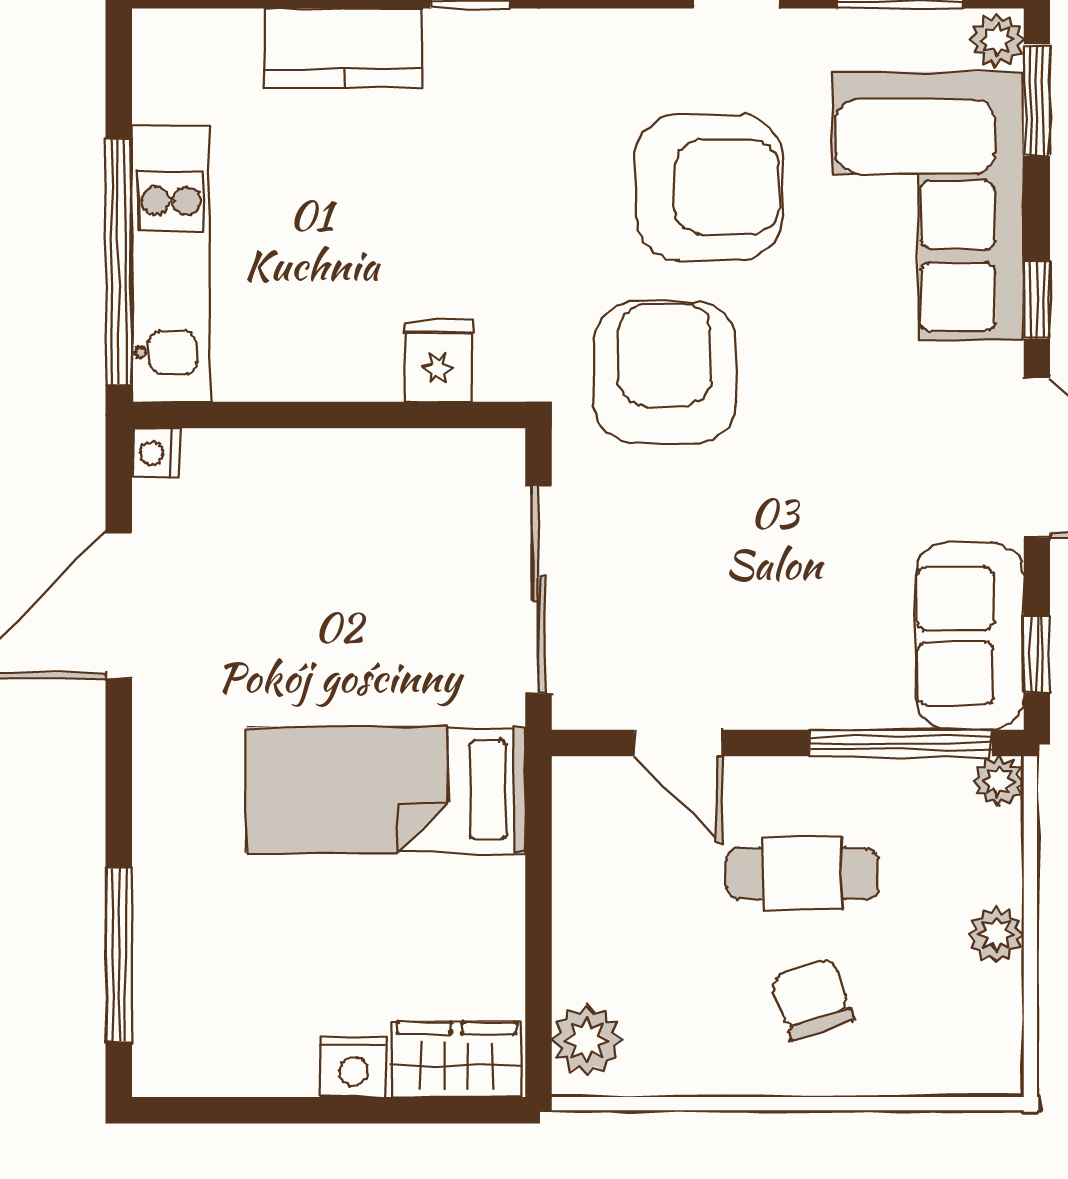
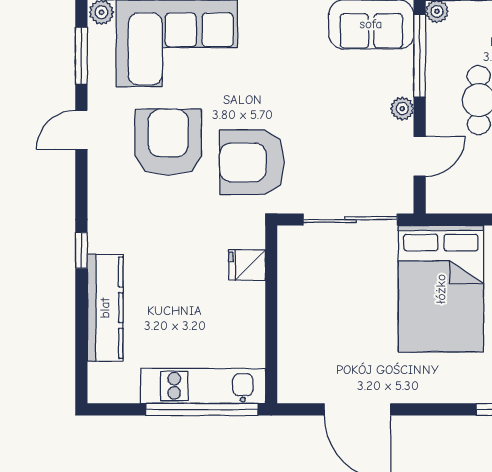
kitchen counter: (344, 48) -> (105, 308), width x1.50
nightstand: (155, 453) -> (288, 393), removed
plant: (784, 704) -> (402, 109), added
bed: (386, 790) -> (441, 289), width x1.50

